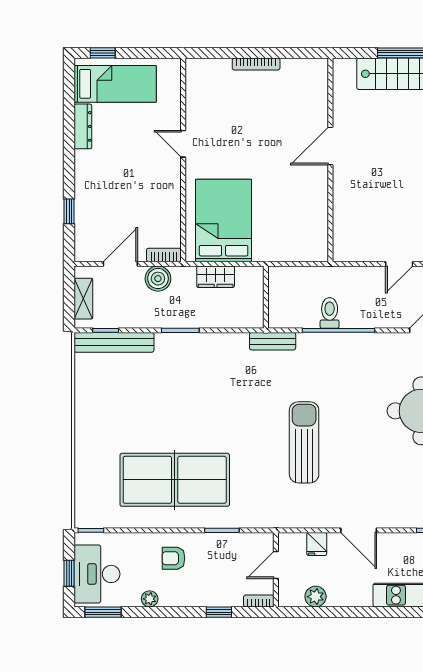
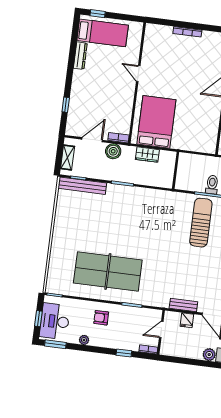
bench: (273, 341) -> (183, 305), moved
sun lounger: (304, 442) -> (201, 223), moved
plant: (316, 597) -> (209, 355), moved

